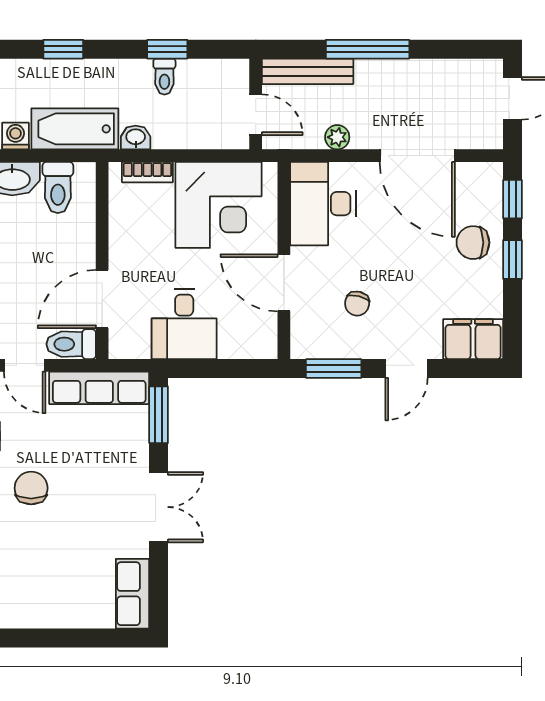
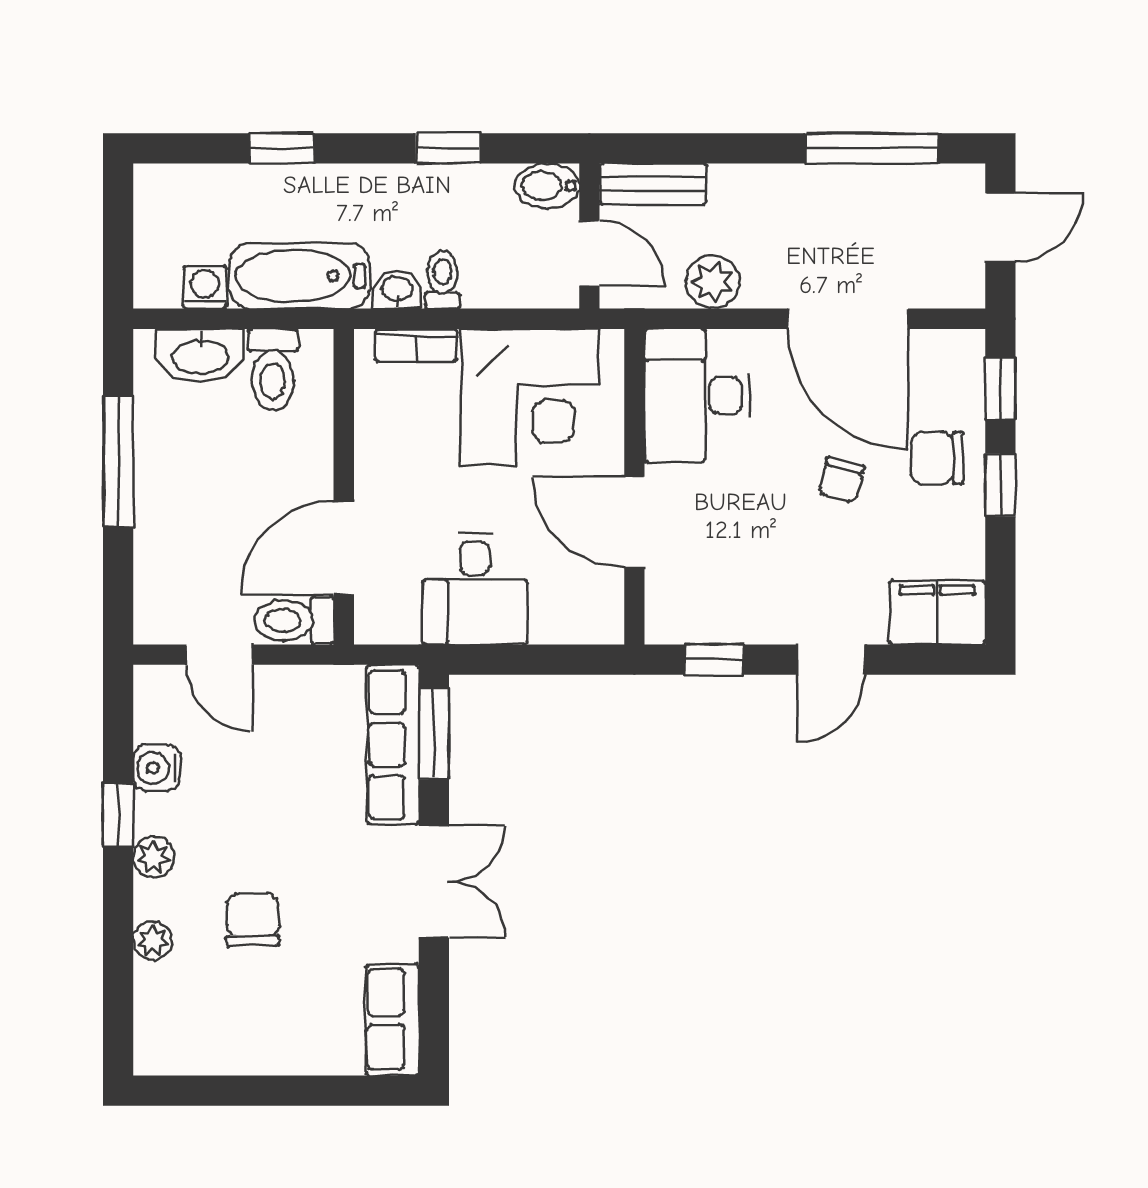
window: (368, 49) -> (872, 148), moved
bench: (308, 71) -> (653, 184), width x0.73
bidet: (229, 73) -> (547, 186), added
toilet: (164, 77) -> (442, 280), moved, turned 180
plant: (337, 137) -> (713, 282), width x1.38, depth x1.38
chair: (357, 304) -> (842, 480), moved
window: (334, 369) -> (714, 660), width x0.67
row of seats: (99, 388) -> (393, 745), moved, turned 90
chair: (31, 488) -> (253, 920), moved

